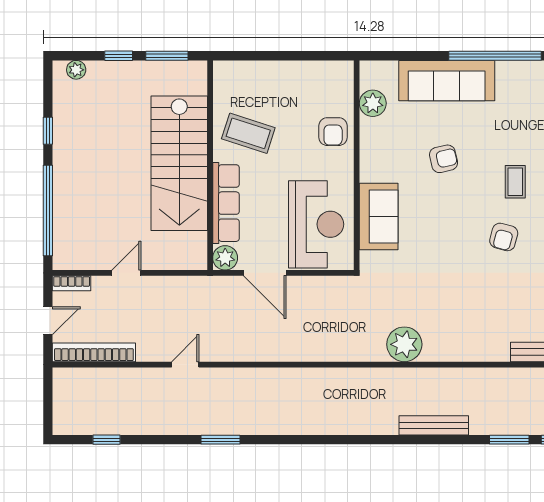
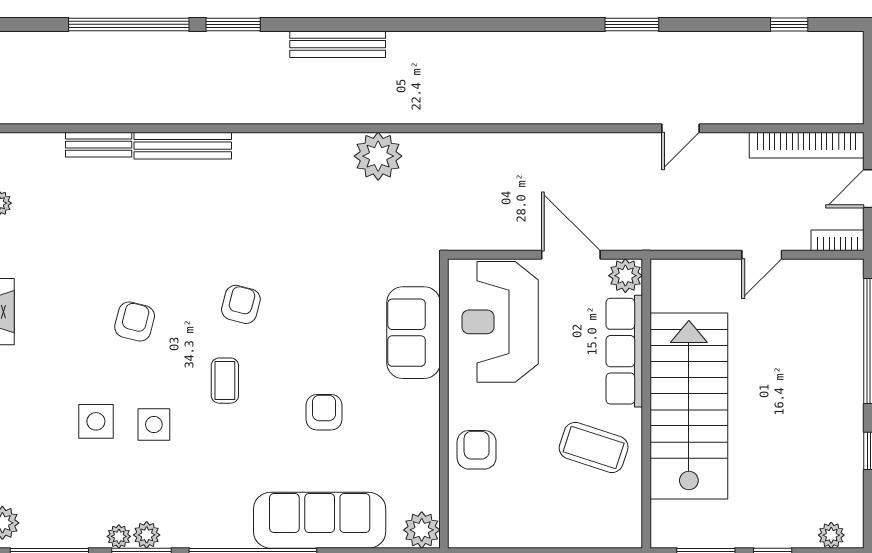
plant: (373, 103) -> (422, 530), moved
armchair: (444, 159) -> (324, 412), turned 103

